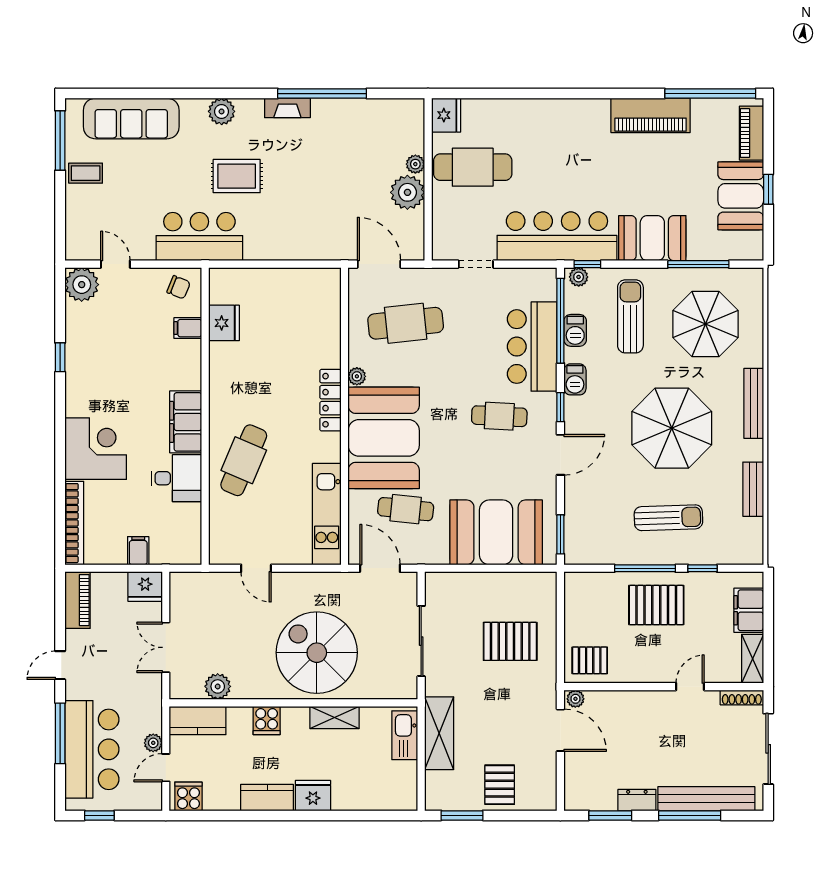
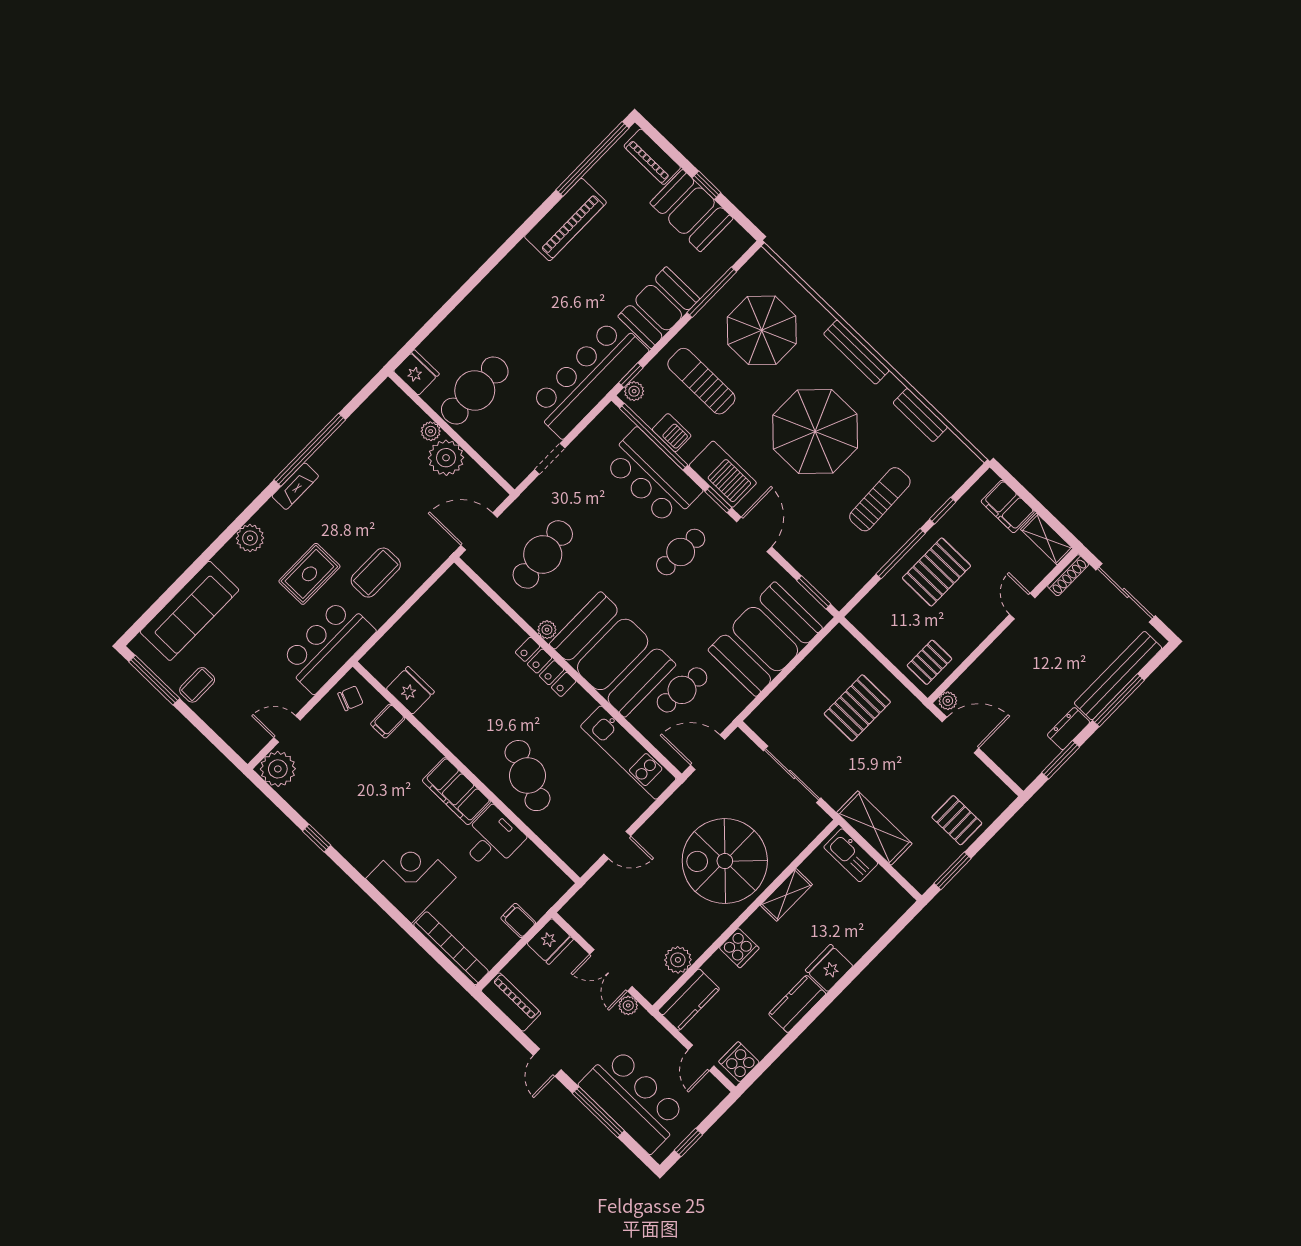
coffee table: (282, 221) -> (376, 573), added
barbecue: (575, 379) -> (723, 474), width x1.88, depth x1.53
plant: (153, 743) -> (628, 1005), moved

